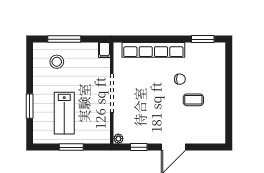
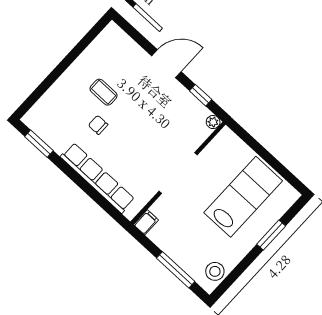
stool: (57, 62) -> (215, 271), moved
lab bench: (64, 113) -> (243, 197), width x1.36, depth x1.39
window: (71, 147) -> (267, 157), removed

